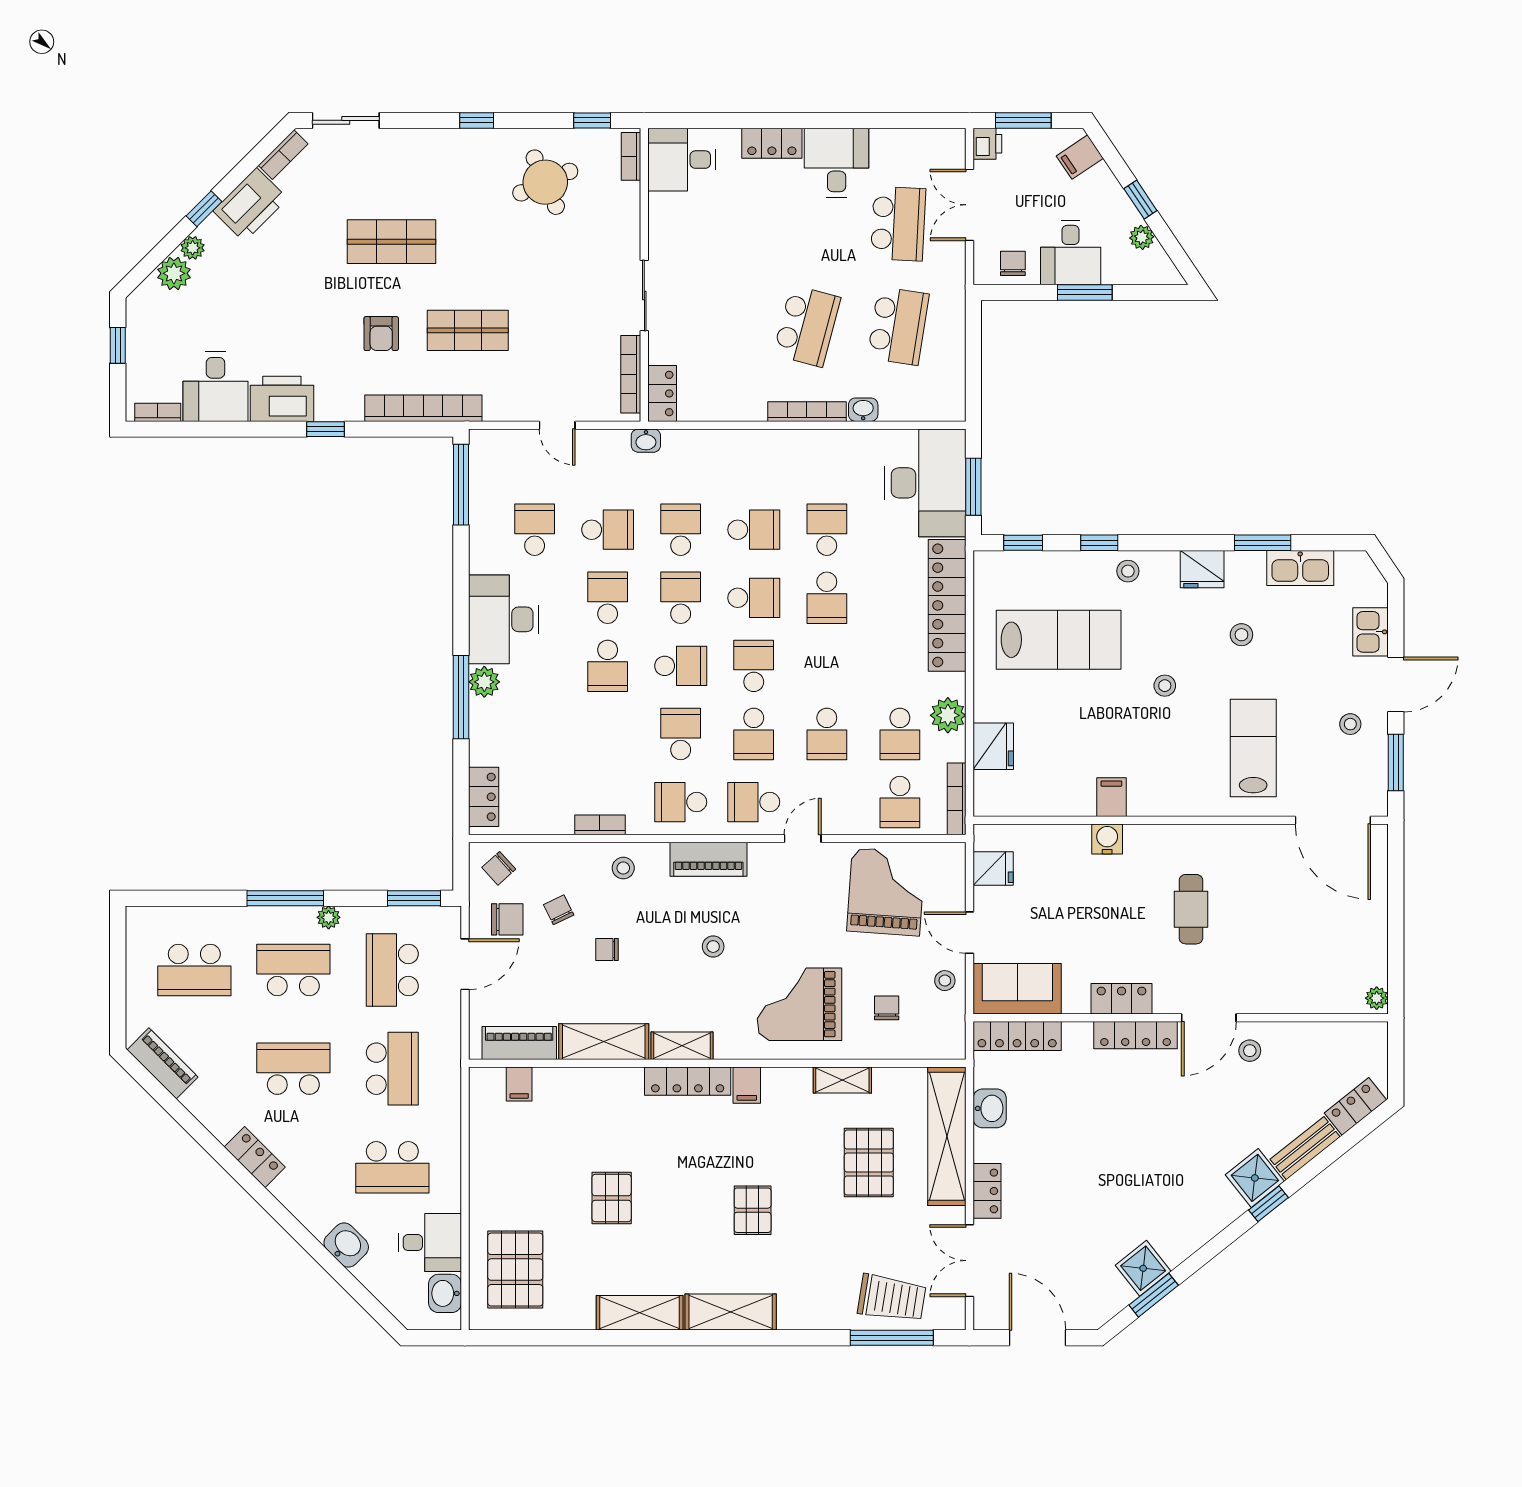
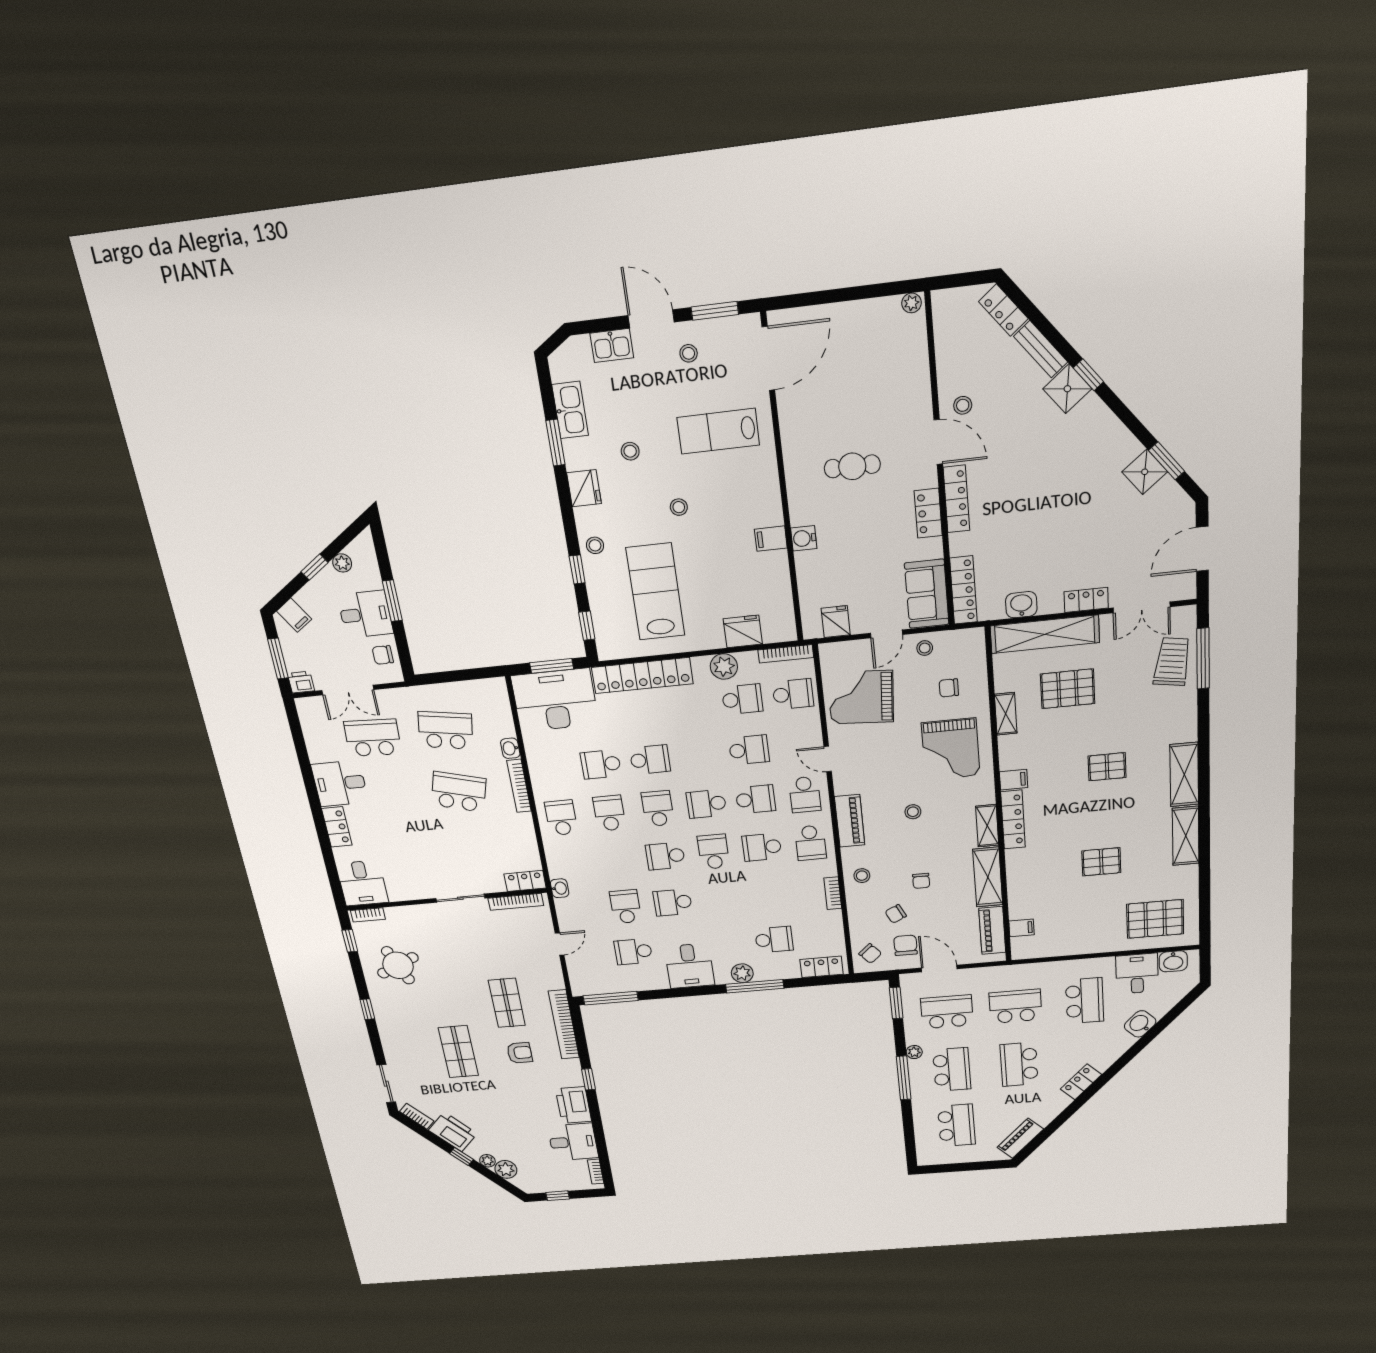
school desk: (681, 530) -> (561, 818), moved, turned 90
desk: (504, 619) -> (689, 966), width x0.73
school desk: (608, 666) -> (774, 940), moved
school desk: (293, 970) -> (952, 1070), turned 180
school desk: (392, 970) -> (947, 1012), turned 180

